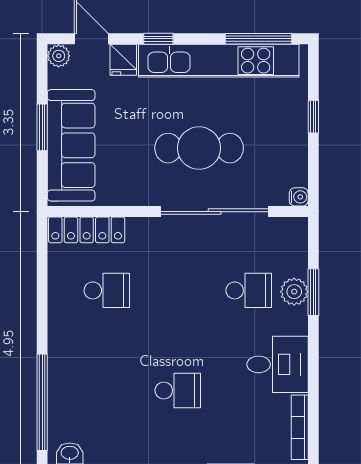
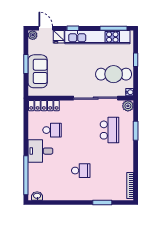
sofa: (71, 145) -> (38, 71), width x0.73
cafe table: (199, 148) -> (114, 74), moved
school desk: (249, 290) -> (109, 130), width x1.85
plant: (294, 292) -> (128, 106), moved
desk: (278, 364) -> (40, 151), moved, turned 180

